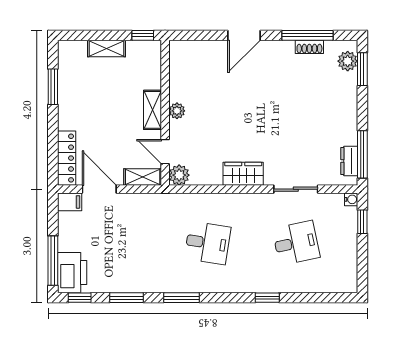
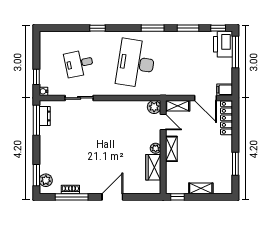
wardrobe: (243, 174) -> (153, 167), moved, turned 90
desk: (208, 243) -> (136, 63), width x1.87, depth x1.30

